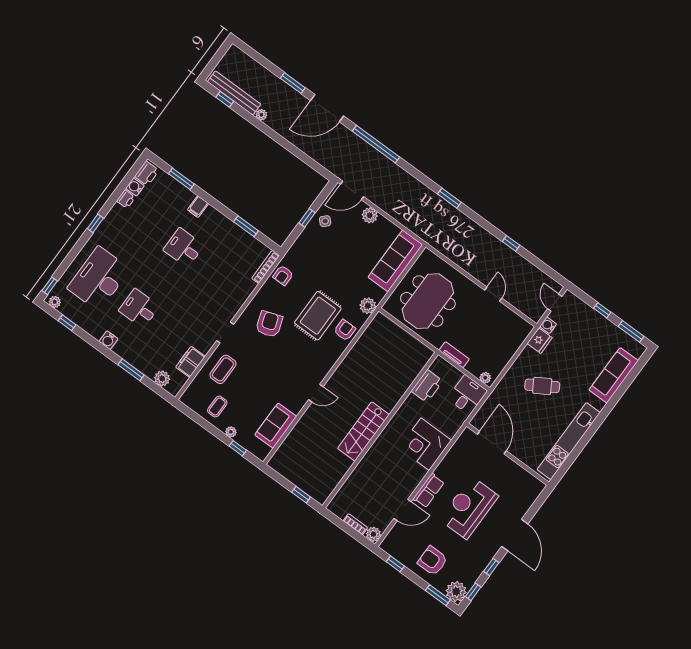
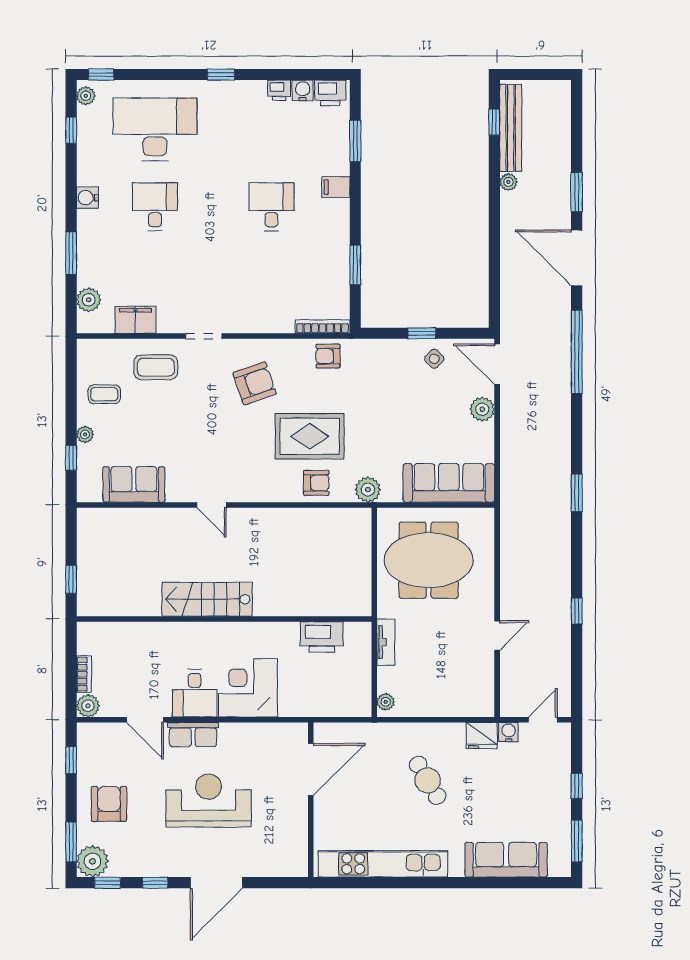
desk: (467, 395) -> (195, 693), moved, turned 90

